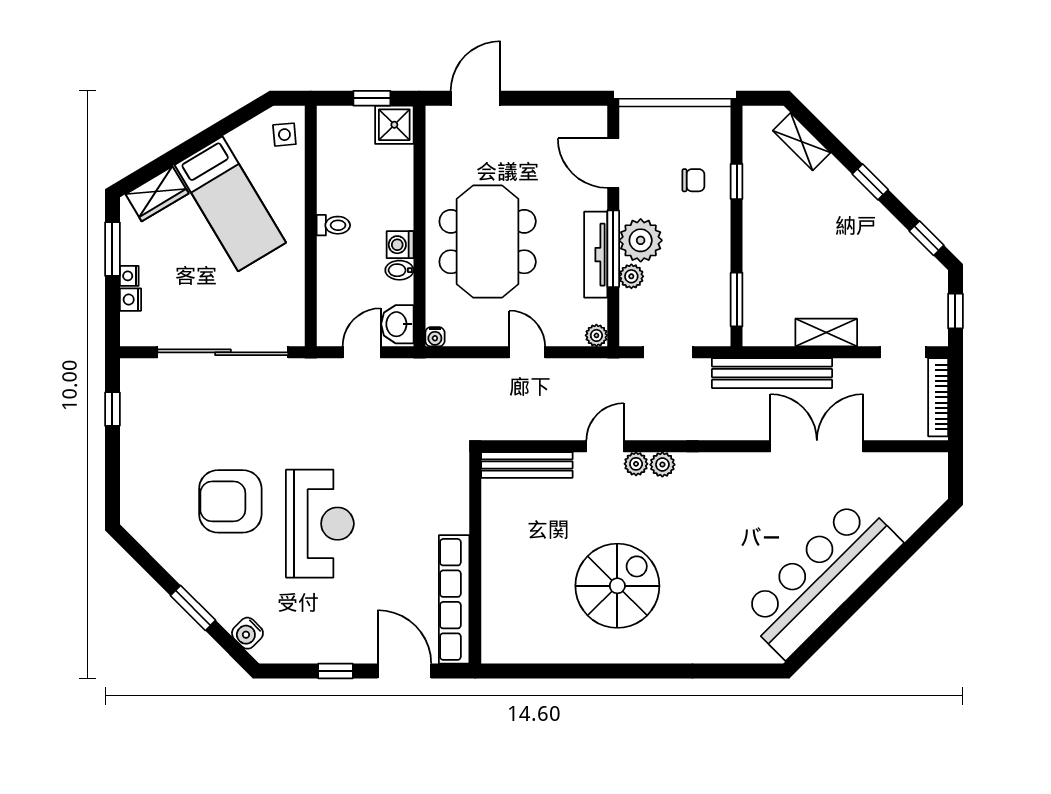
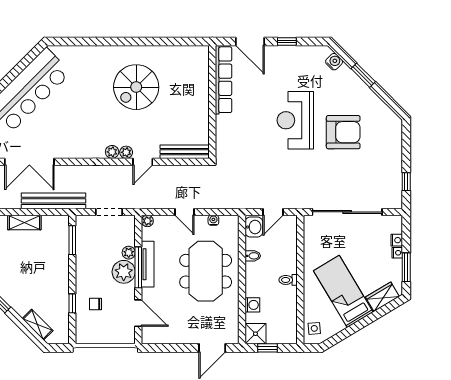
washing machine: (400, 245) -> (252, 305), moved
water cooler: (435, 337) -> (213, 220), moved

